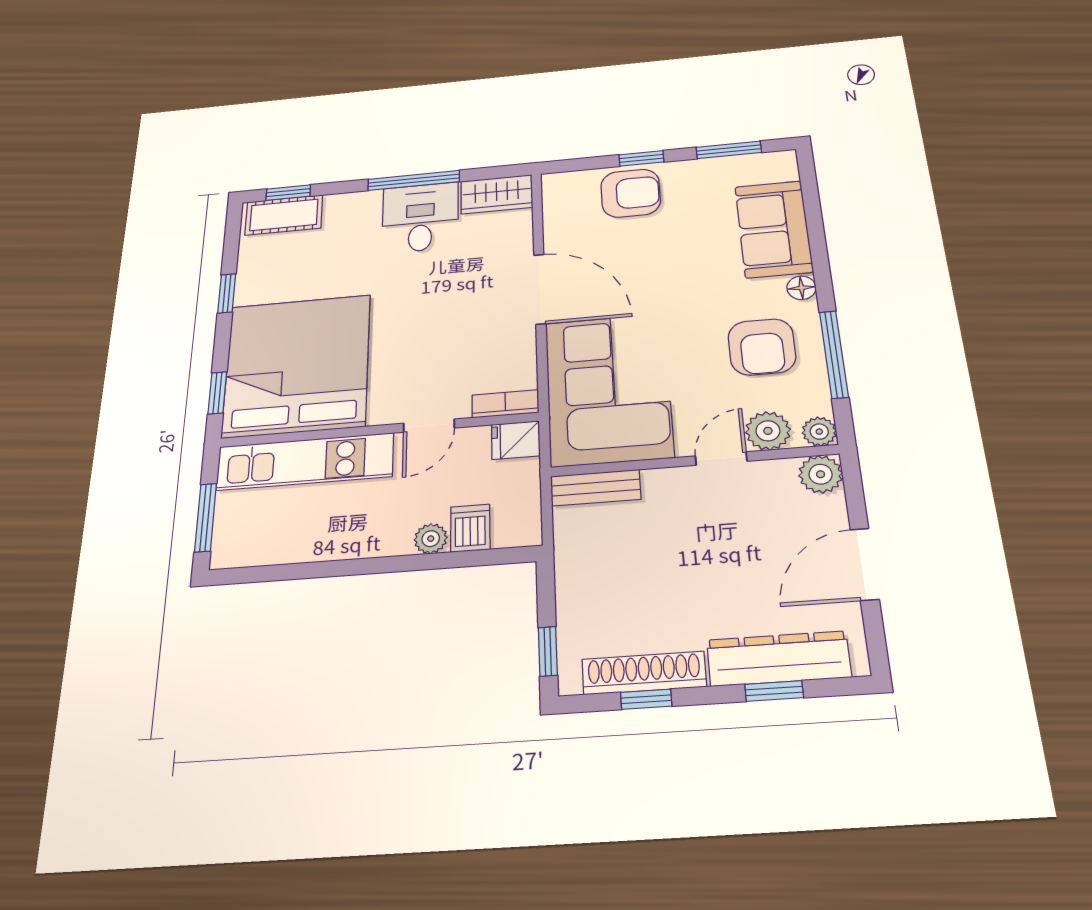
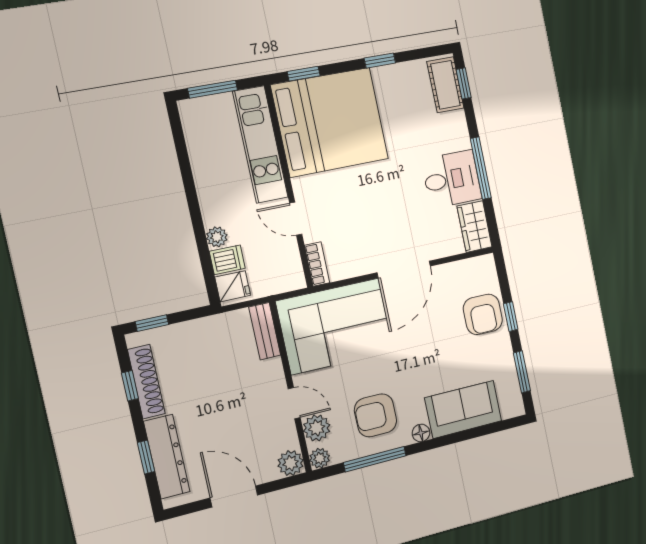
fridge: (516, 440) -> (233, 286), moved, turned 90

